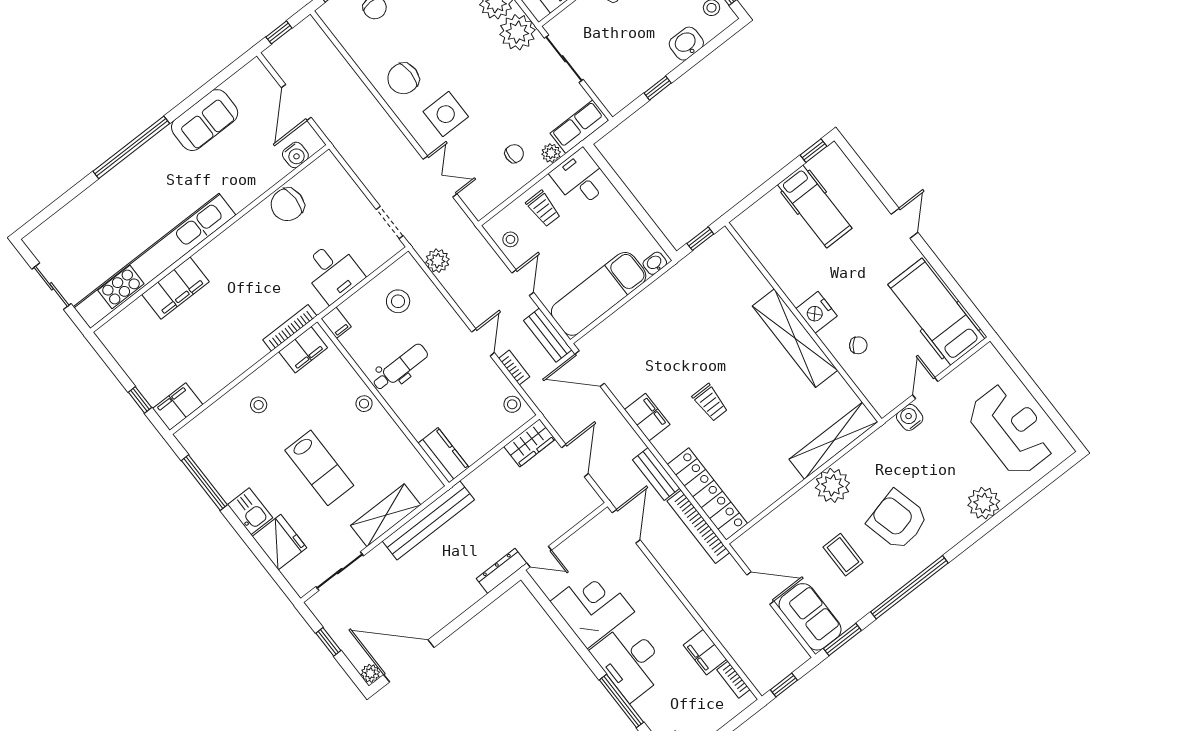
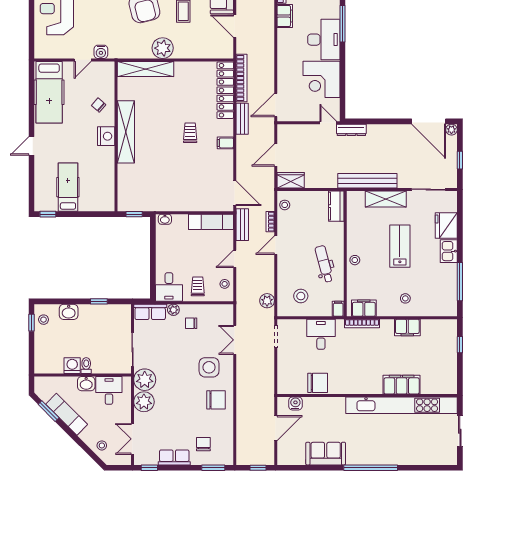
exam couch: (599, 294) -> (211, 222), width x0.73, depth x0.69
dental chair: (400, 367) -> (324, 264), turned 75
filing cabinet: (178, 407) -> (407, 328), moved
filing cabinet: (647, 417) -> (225, 143), width x0.50

